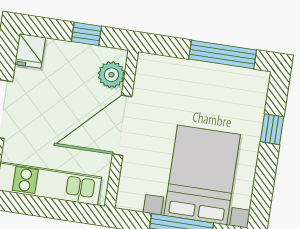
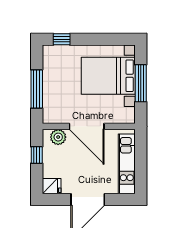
window: (223, 54) -> (37, 89), moved
window: (272, 129) -> (62, 39), moved

